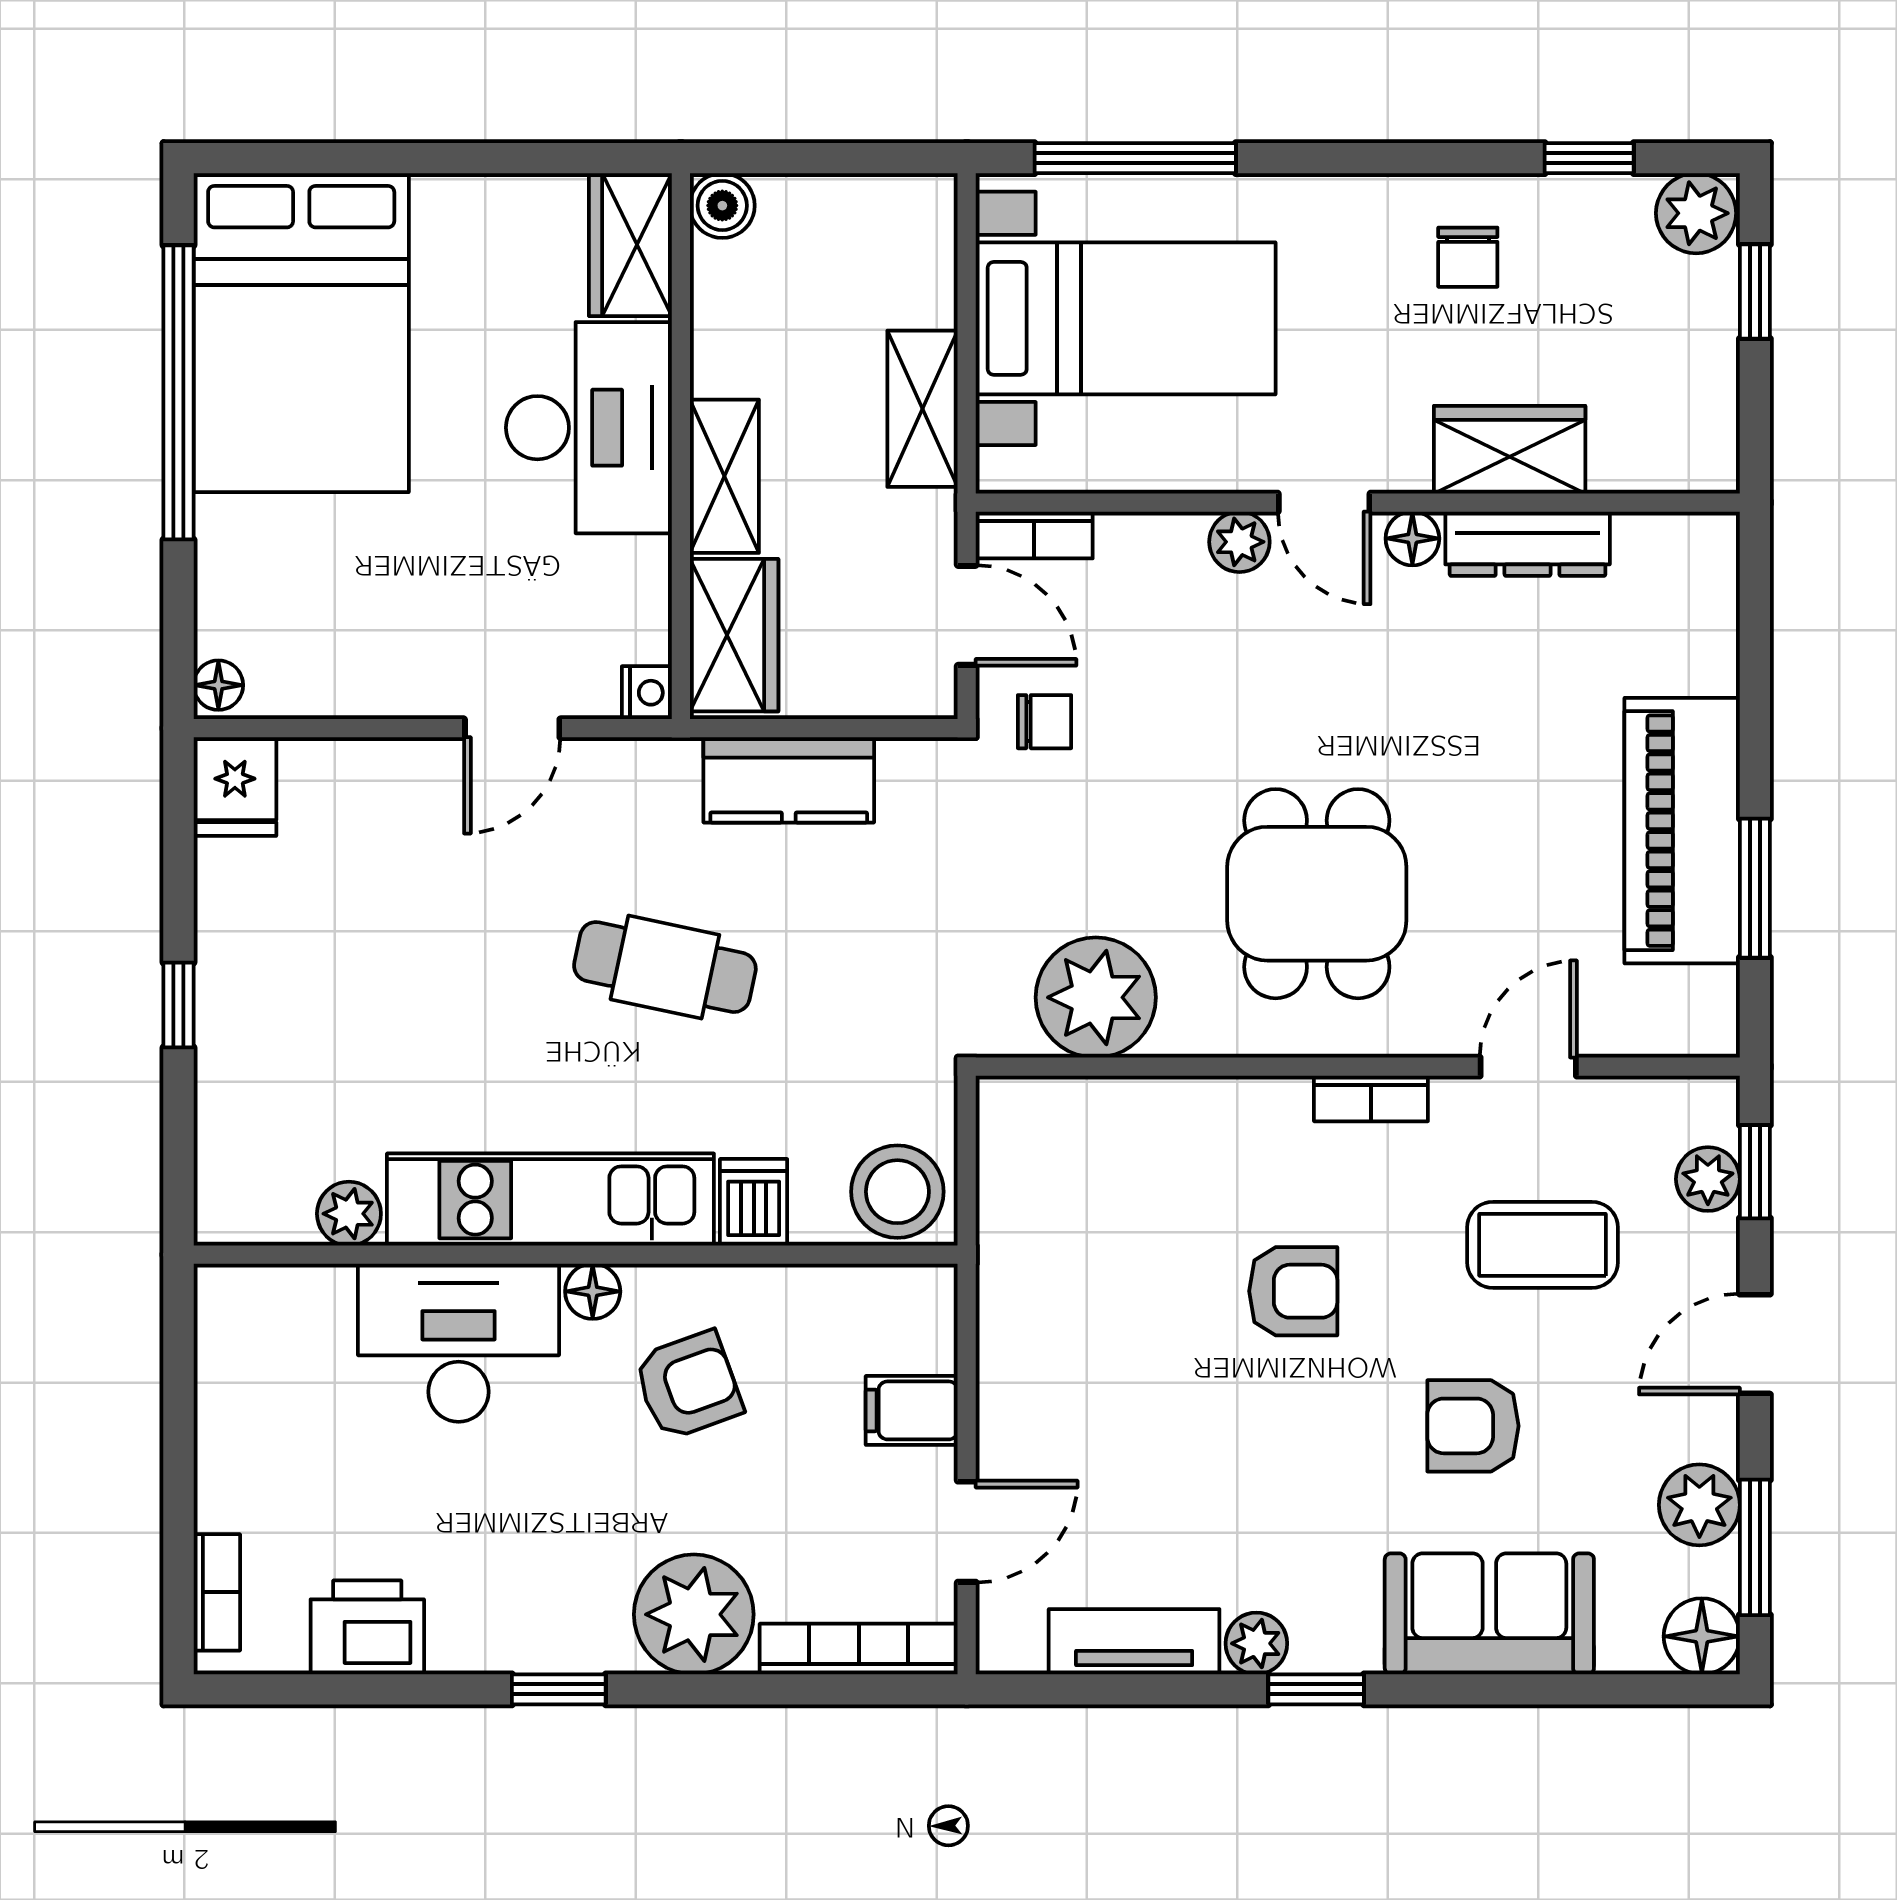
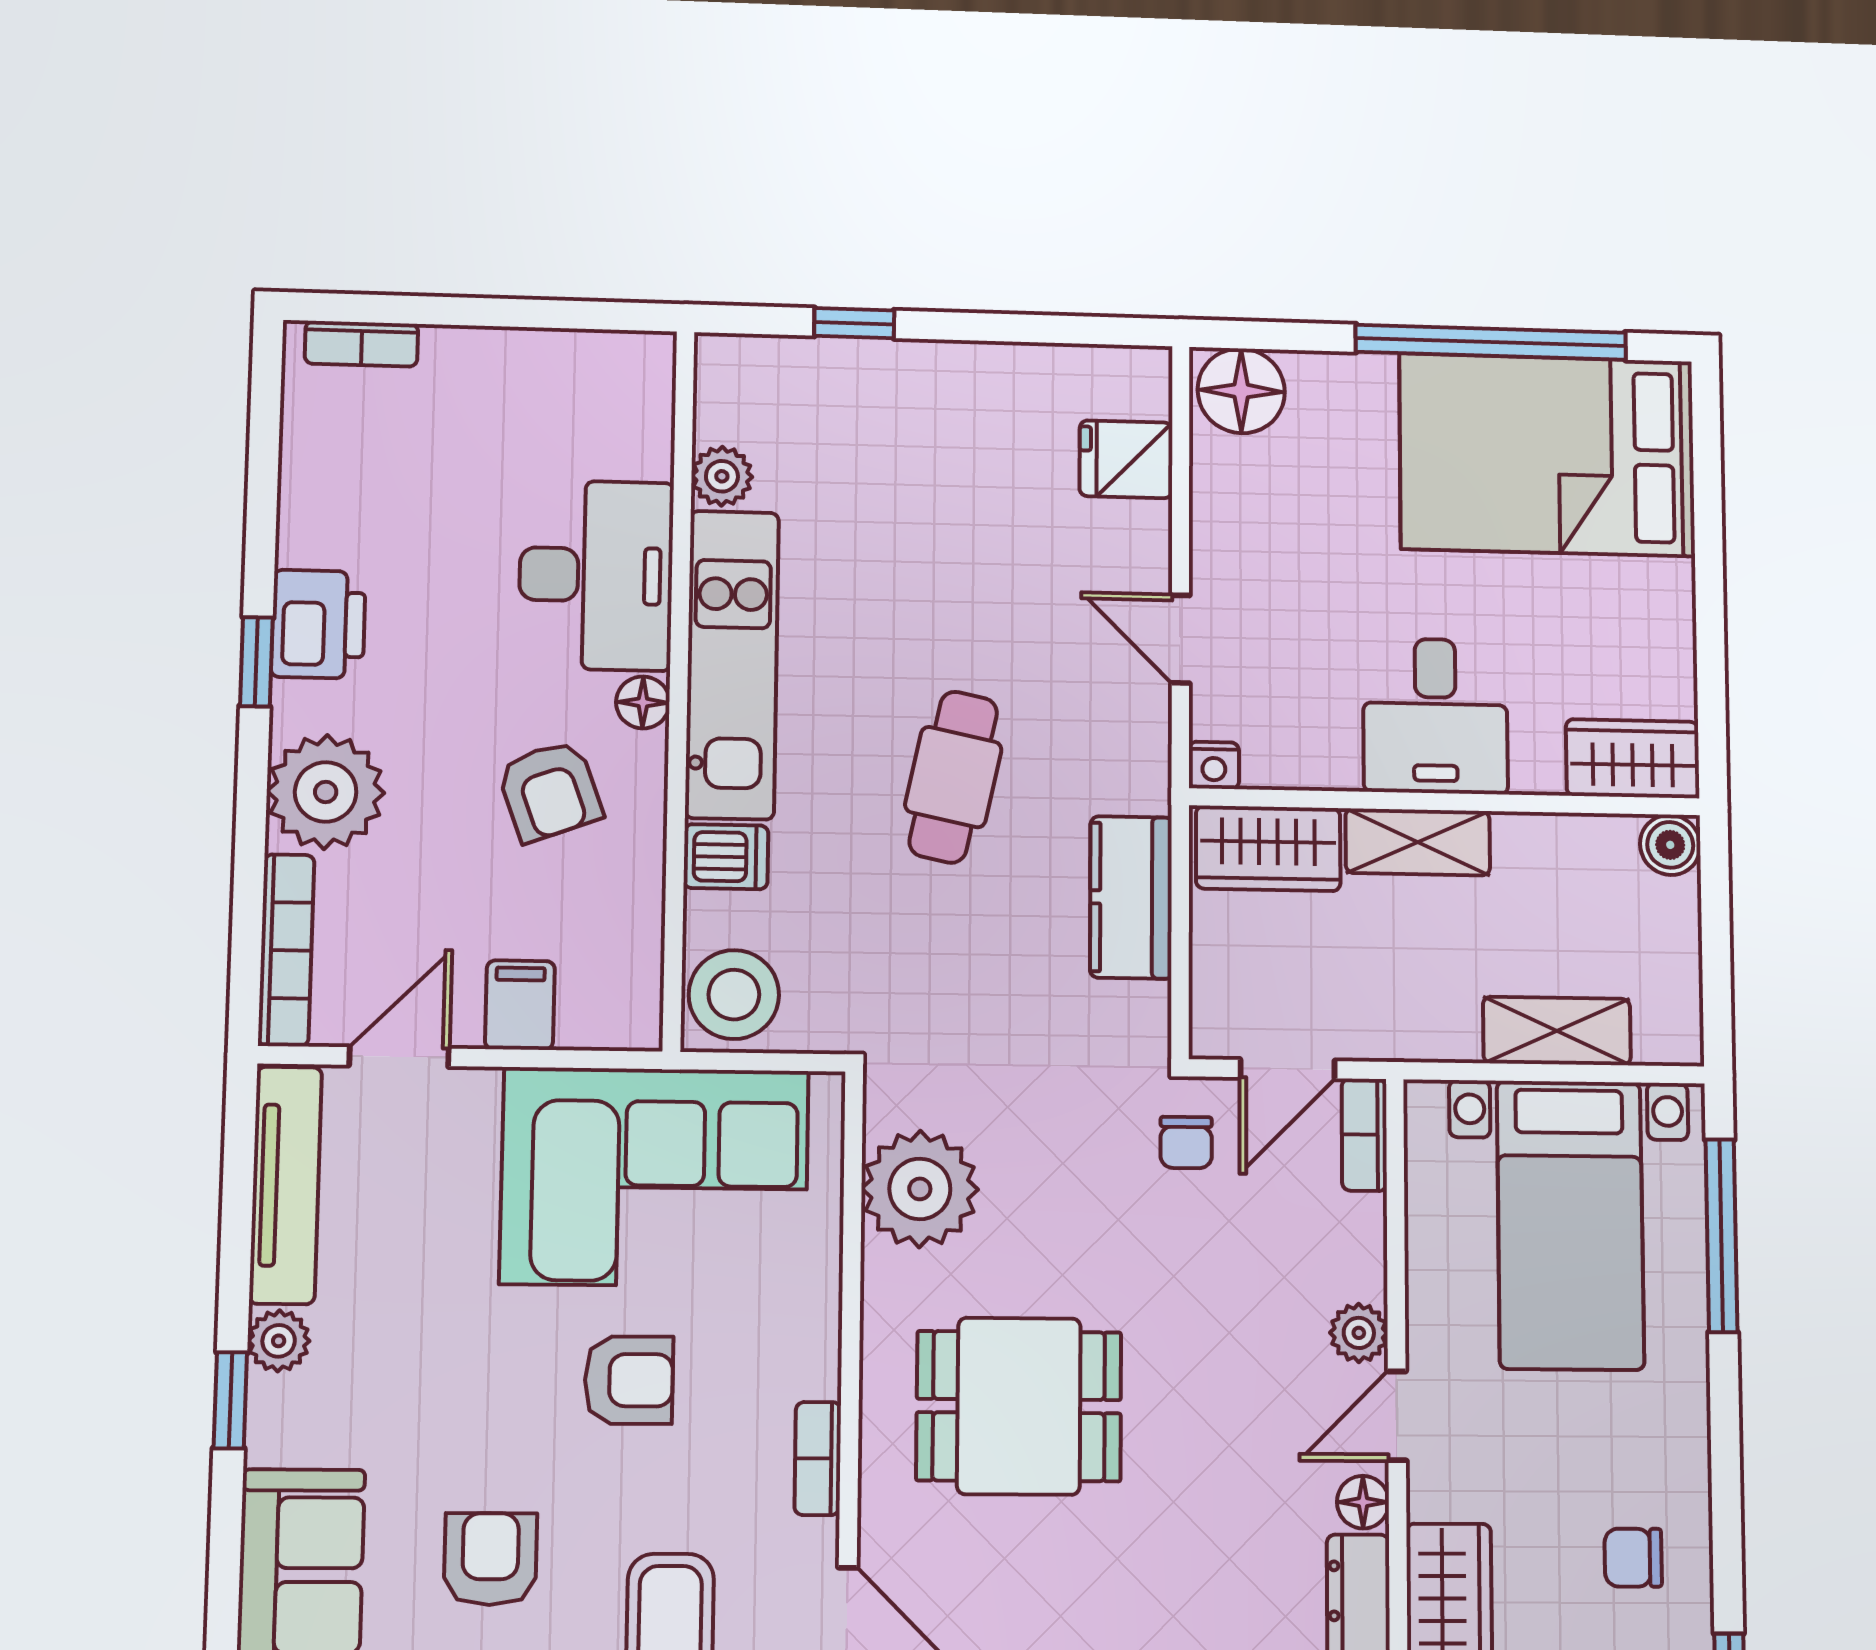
shelving: (922, 409) -> (1557, 1031), moved
desk: (589, 428) -> (1435, 716), width x0.73
floor lamp: (218, 685) -> (1241, 391), width x1.89, depth x1.89
fridge: (235, 787) -> (1126, 459), moved
window: (178, 1005) -> (854, 323), moved
corner sofa: (1087, 1269) -> (655, 1177), added
armchair: (1293, 1291) -> (629, 1380), turned -90
door: (967, 1532) -> (399, 1057), swing flipped
printer: (367, 1627) -> (318, 624), moved
tv unit: (1134, 1642) -> (286, 1185), width x1.41

